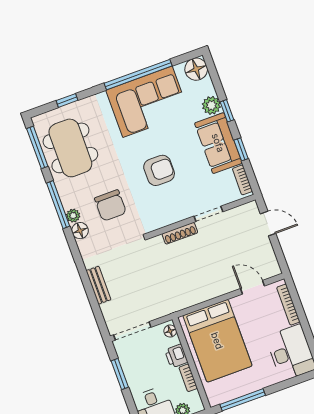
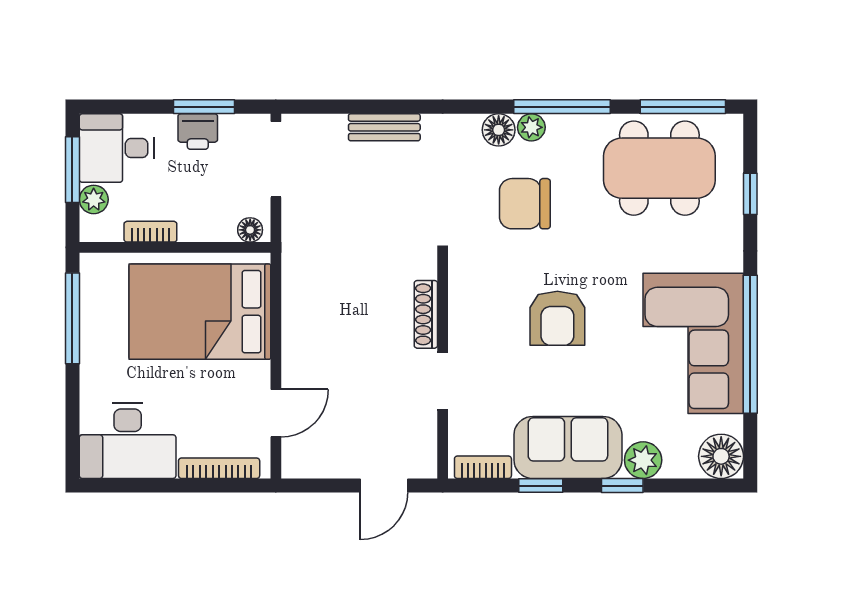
printer: (176, 356) -> (198, 132), moved, turned 180

